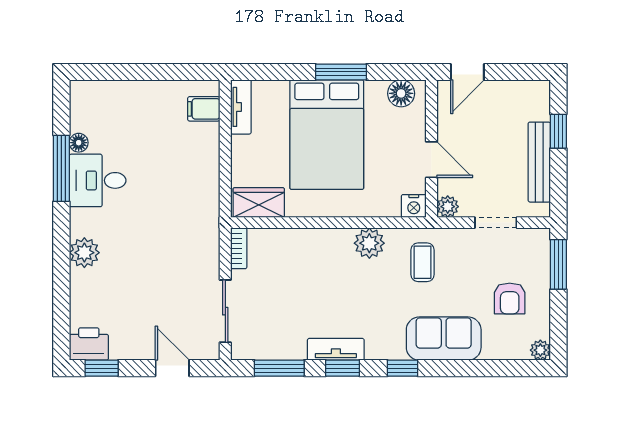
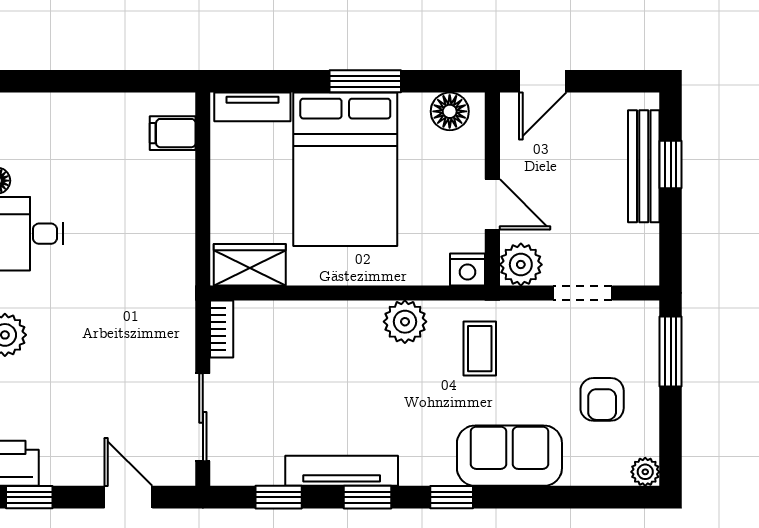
tv unit: (241, 107) -> (252, 107), moved, turned 90
bench: (539, 162) -> (644, 166), moved
plant: (448, 207) -> (521, 265), width x1.38, depth x1.38
tv unit: (336, 349) -> (342, 471), width x1.41
window: (279, 368) -> (279, 497), width x0.67

